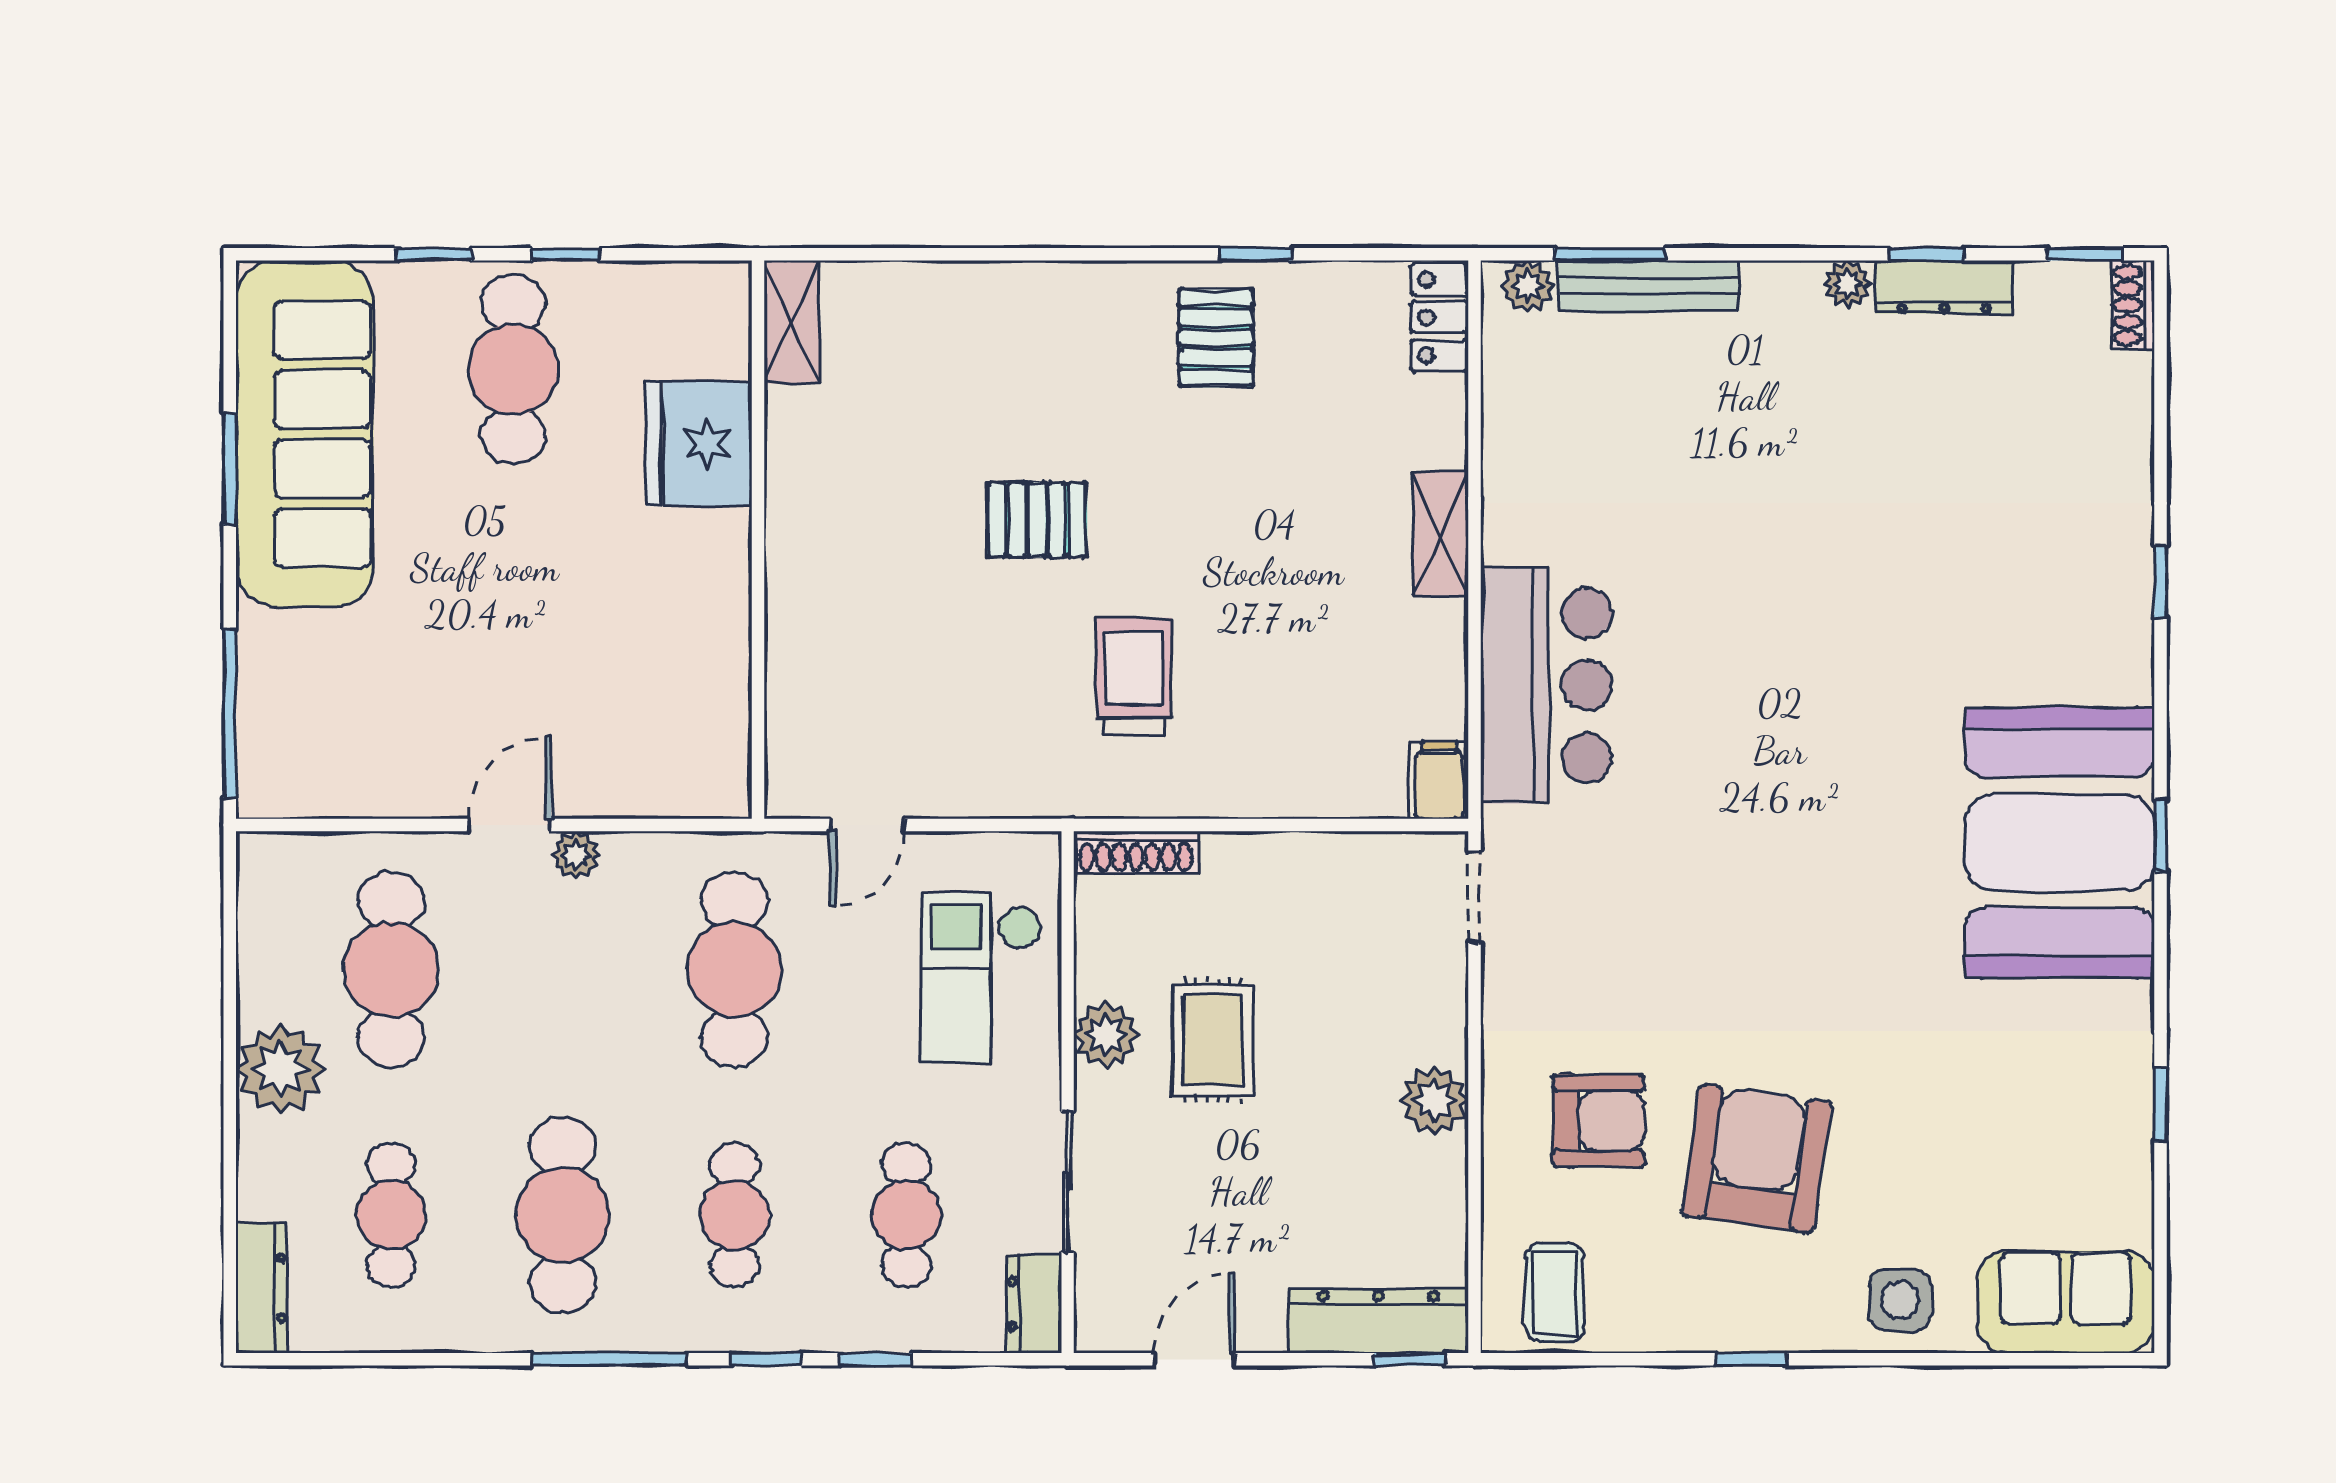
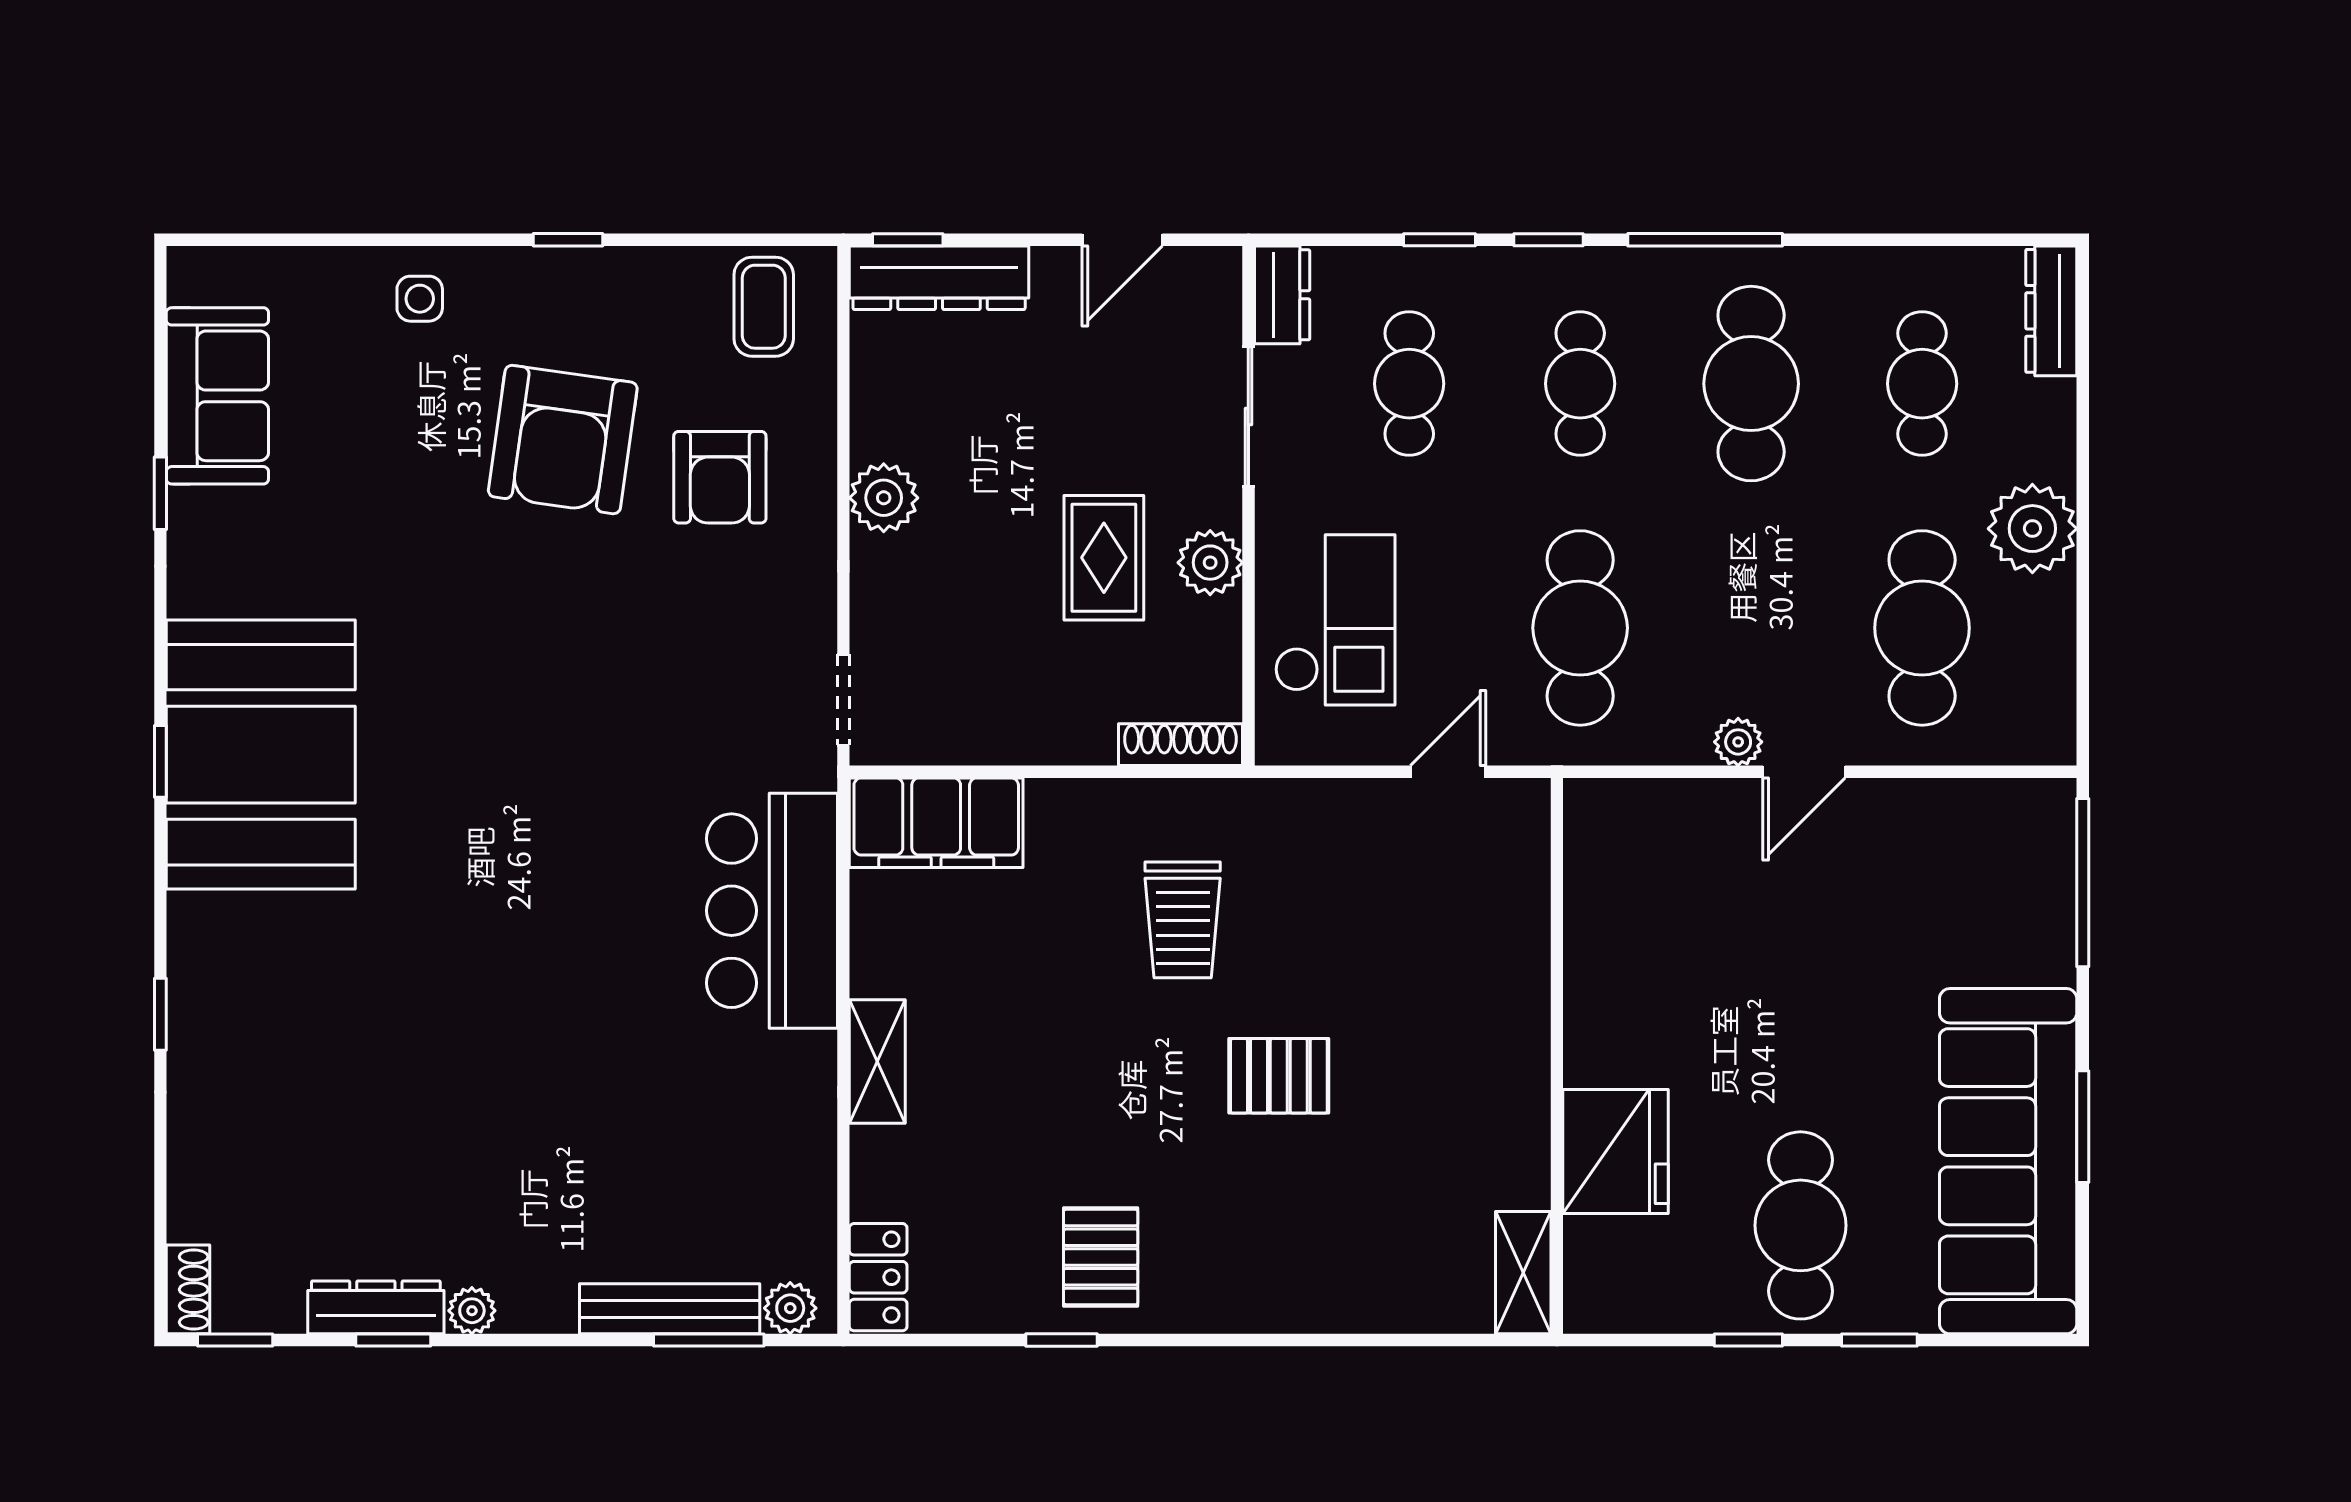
filing cabinet: (1439, 780) -> (936, 823), width x3.00, depth x1.17
armchair: (1599, 1121) -> (720, 477), turned -90
side table: (1900, 1300) -> (420, 299), width x0.73, depth x0.73
sofa: (2066, 1302) -> (217, 396), moved, turned -90

